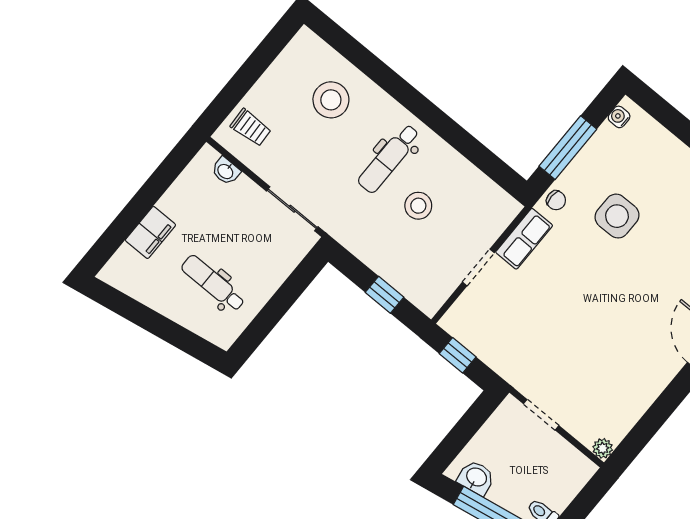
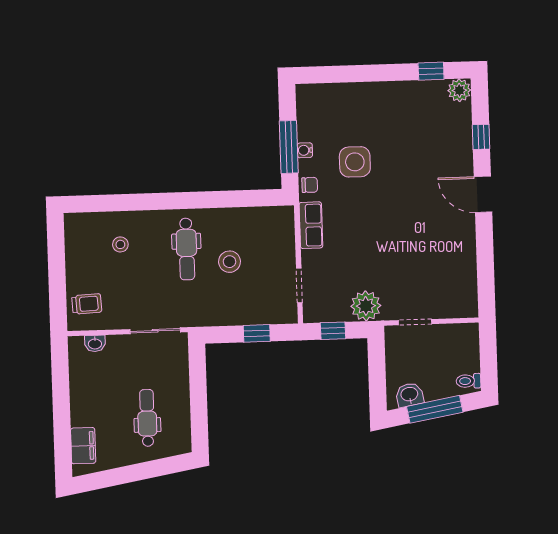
stool: (331, 100) -> (120, 244), width x0.53, depth x0.53
water cooler: (619, 117) -> (305, 150), moved
filing cabinet: (150, 232) -> (83, 446), moved
doorway: (478, 267) -> (299, 285), moved
dental chair: (213, 283) -> (147, 418), turned 90
plant: (603, 448) -> (366, 306), moved, width x1.87, depth x1.87

